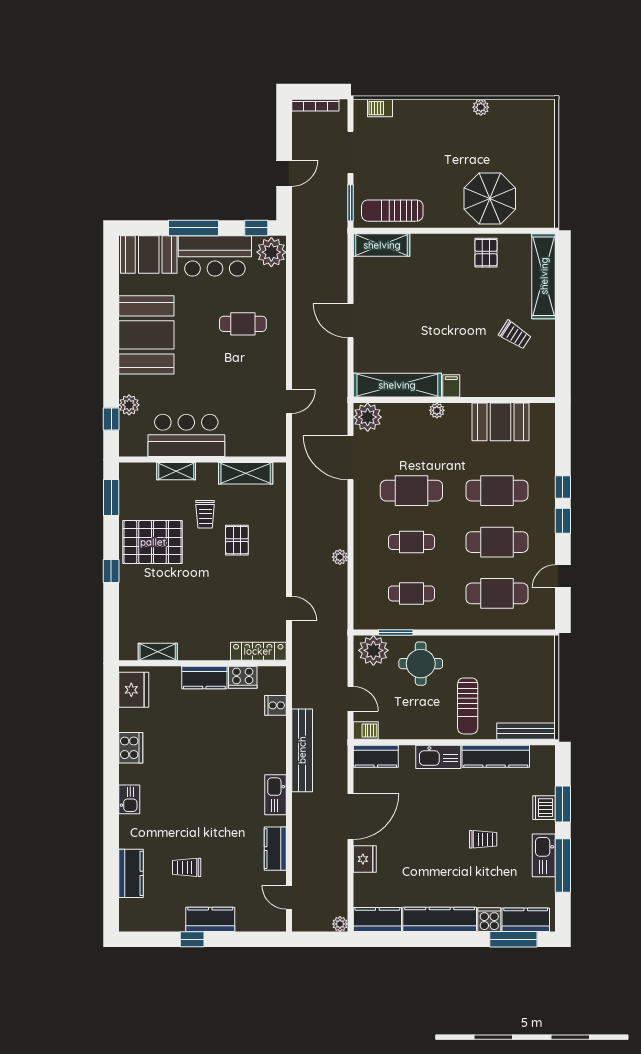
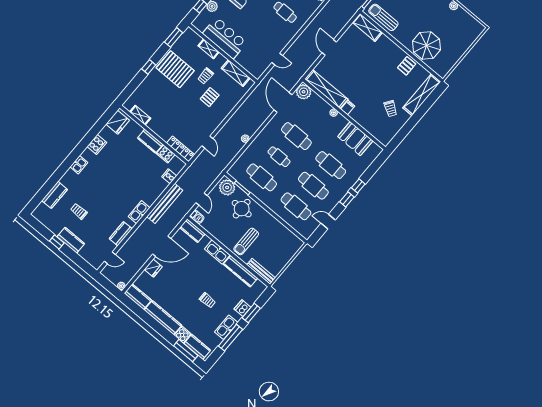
cafe table: (411, 593) -> (262, 177), width x1.37, depth x1.35
door: (289, 897) -> (110, 258), swing flipped

